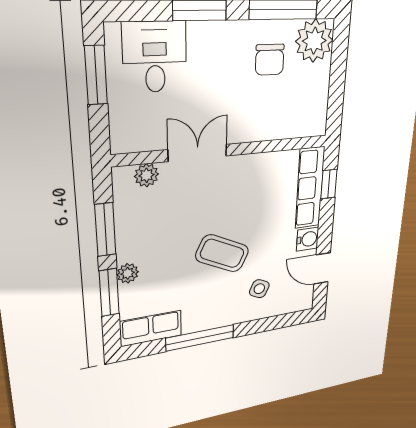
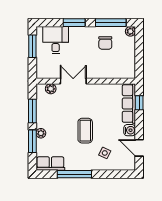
plant: (314, 41) -> (130, 31), width x0.53, depth x0.53
coffee table: (222, 253) -> (85, 131), turned 64

